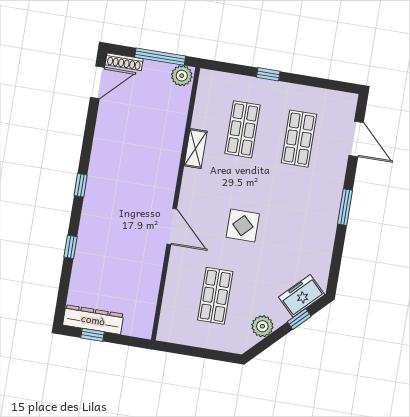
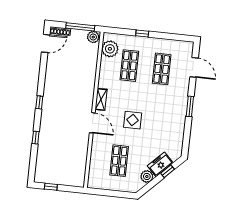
plant: (210, 98) -> (110, 49), added
shelving: (196, 149) -> (101, 99), moved
freezer: (302, 296) -> (160, 164), moved
dresser: (93, 320) -> (51, 178), removed

